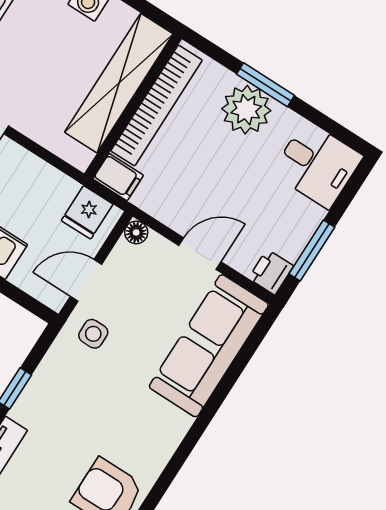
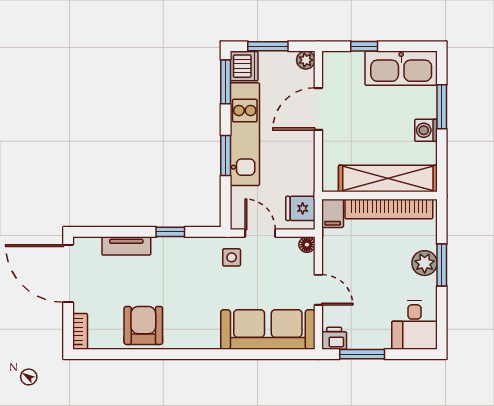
plant: (246, 110) -> (425, 263), width x0.73, depth x0.73

